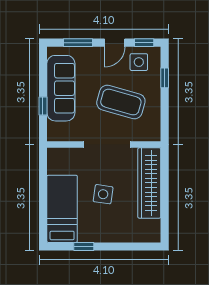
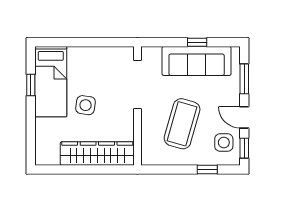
window: (43, 106) -> (197, 42), moved
doorway: (107, 145) -> (137, 85), moved
bed: (62, 209) -> (51, 82), moved, turned 90

